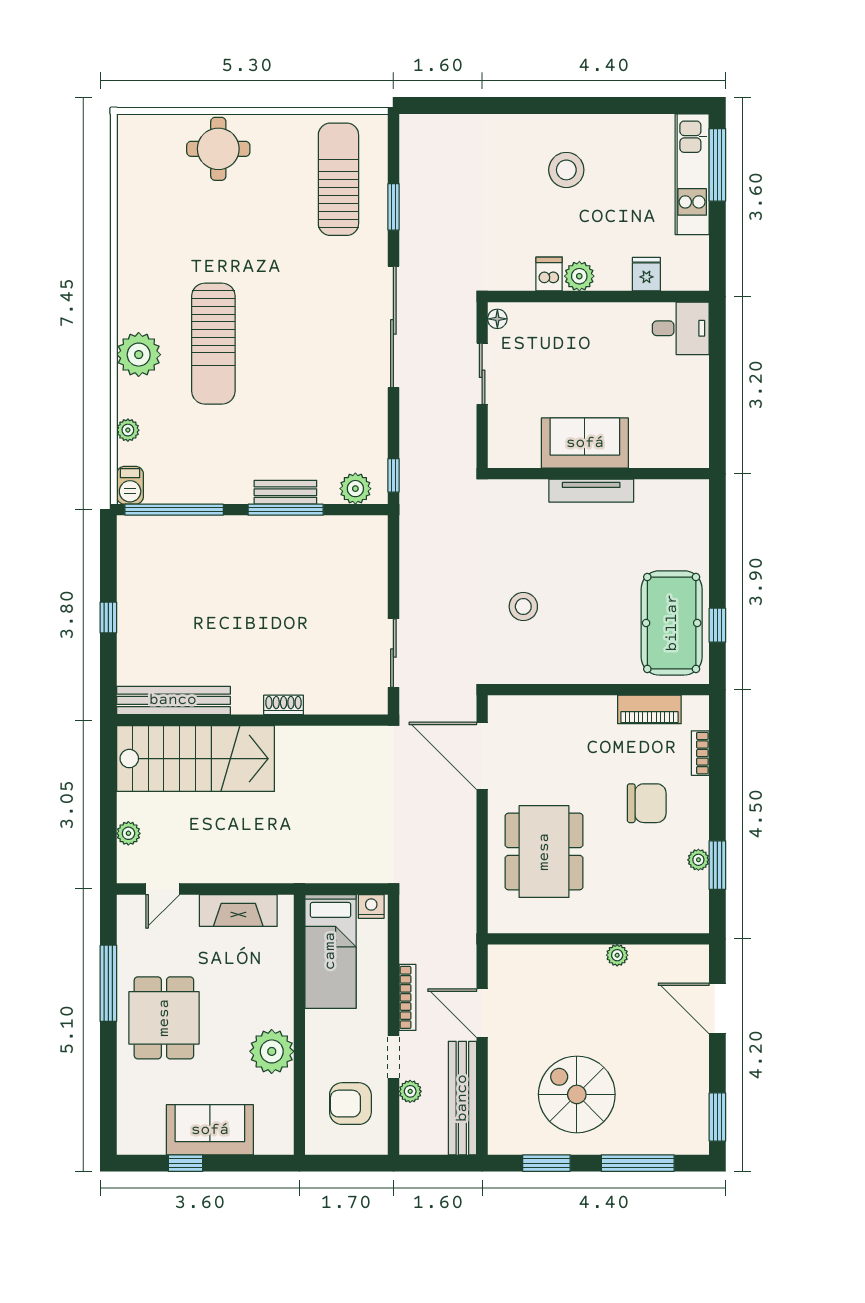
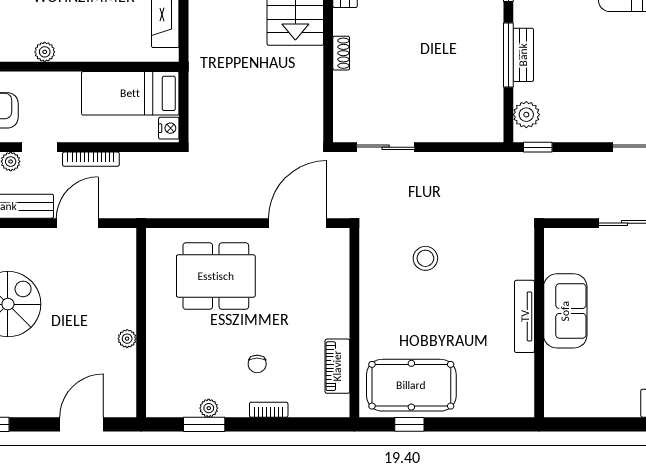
bookcase: (700, 753) -> (269, 410), moved
chair: (647, 803) -> (257, 364), width x0.54, depth x0.54
plant: (272, 1051) -> (45, 52), width x0.53, depth x0.53

